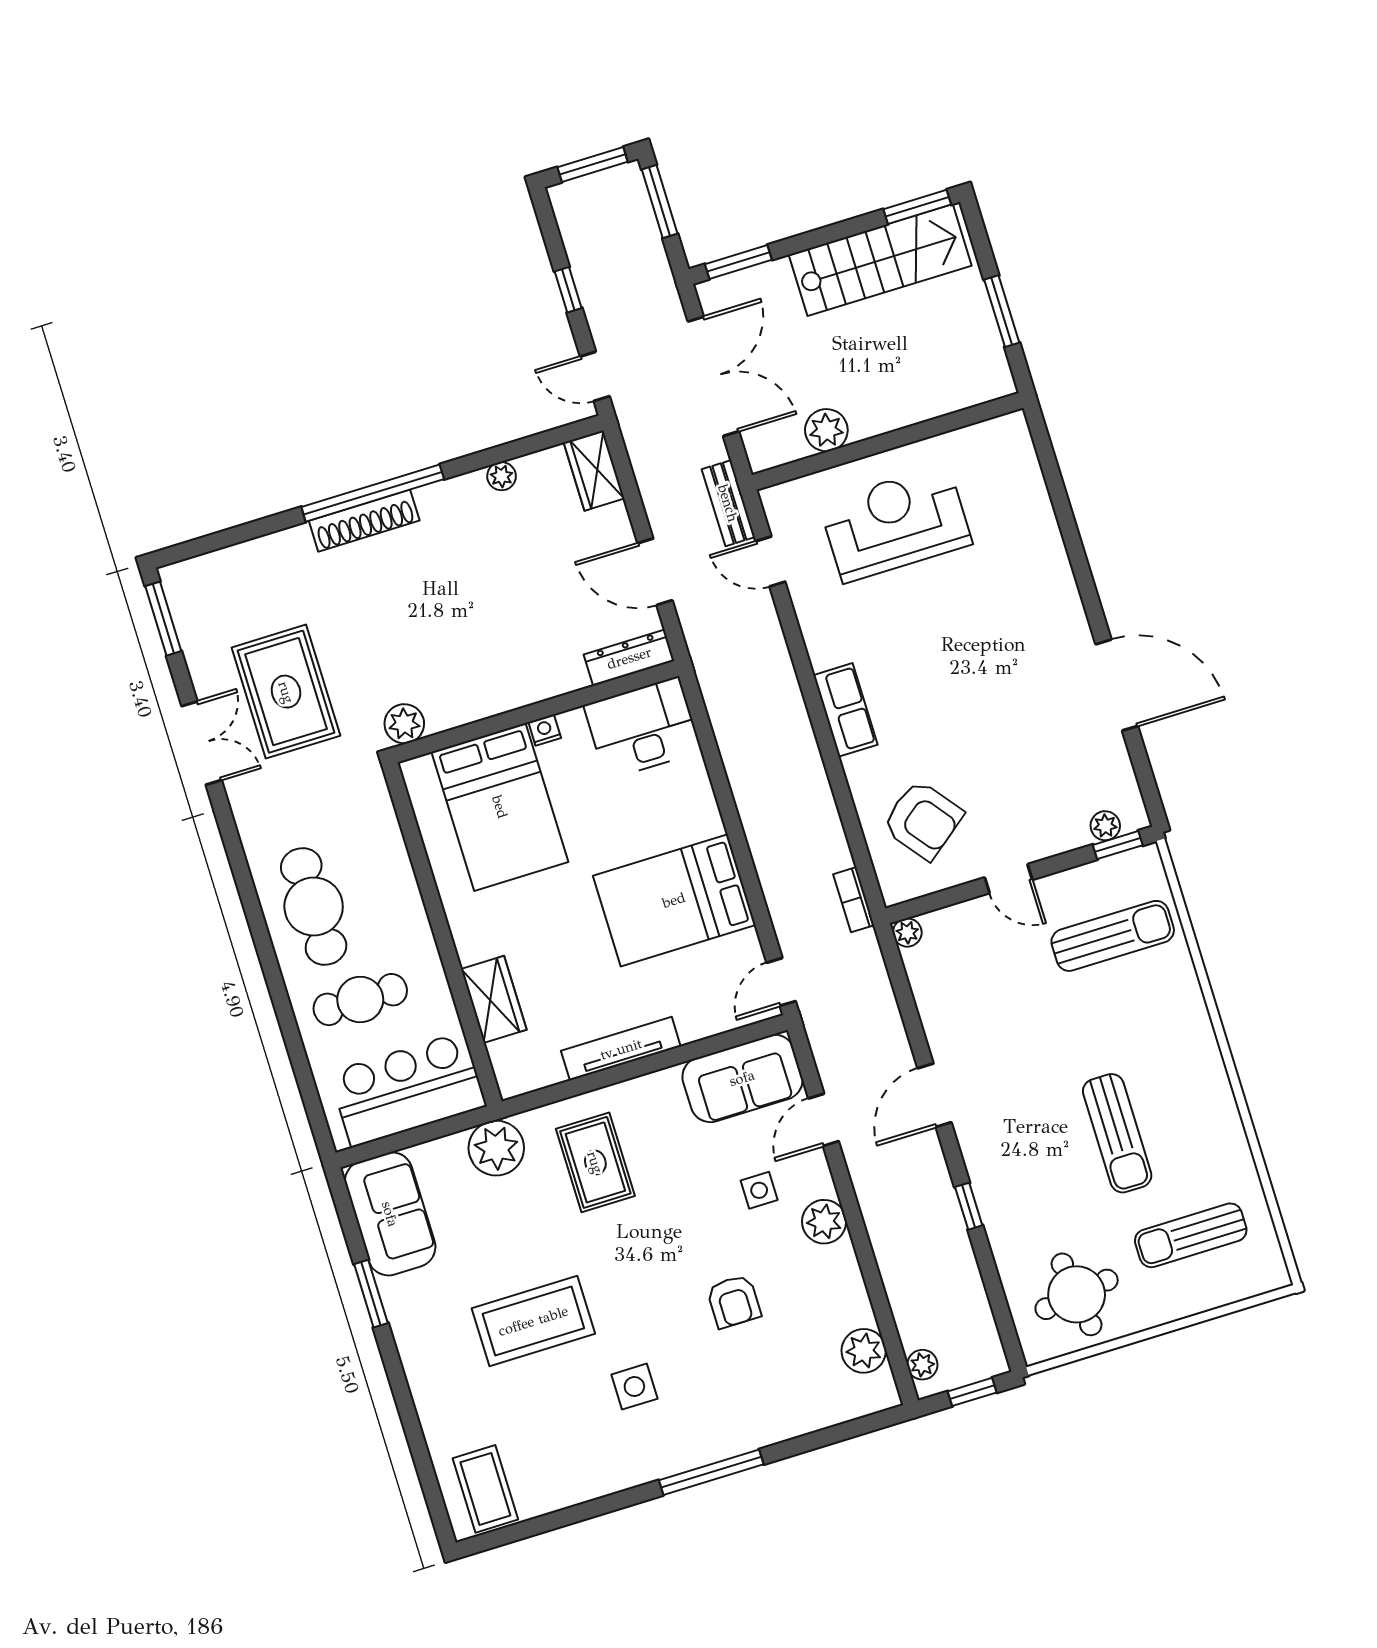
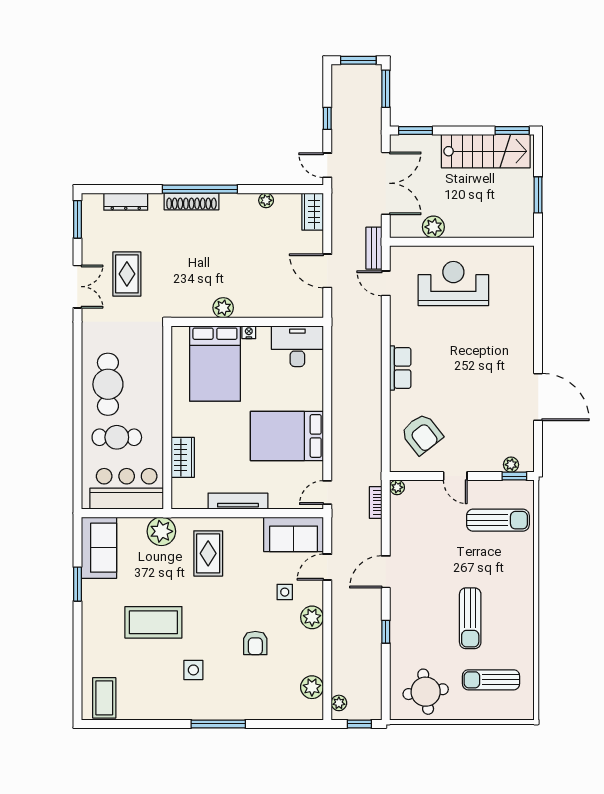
dresser: (629, 658) -> (126, 202), moved, turned 180
rug: (286, 692) -> (127, 274), width x0.73, depth x0.70
plant: (404, 724) -> (223, 308), moved
bookcase: (854, 900) -> (376, 503), moved

